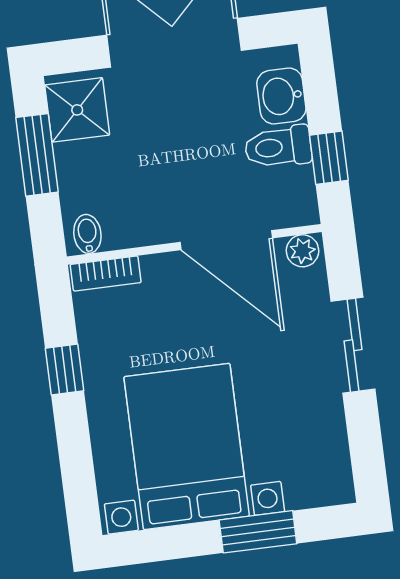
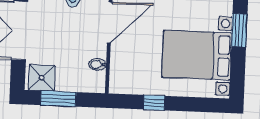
bidet: (87, 234) -> (97, 64), moved
bookcase: (106, 274) -> (115, 78), removed

